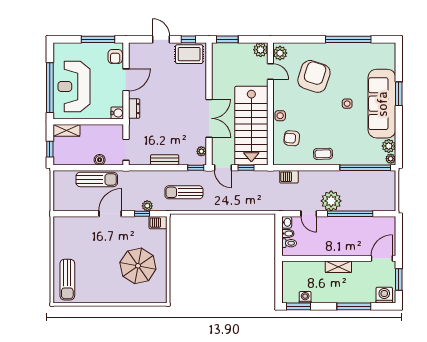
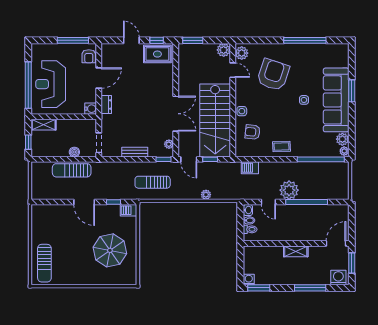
sun lounger: (97, 179) -> (72, 170), turned 180
plant: (147, 206) -> (206, 195), moved
door: (110, 214) -> (84, 202), swing flipped
washing machine: (305, 297) -> (249, 280), moved

